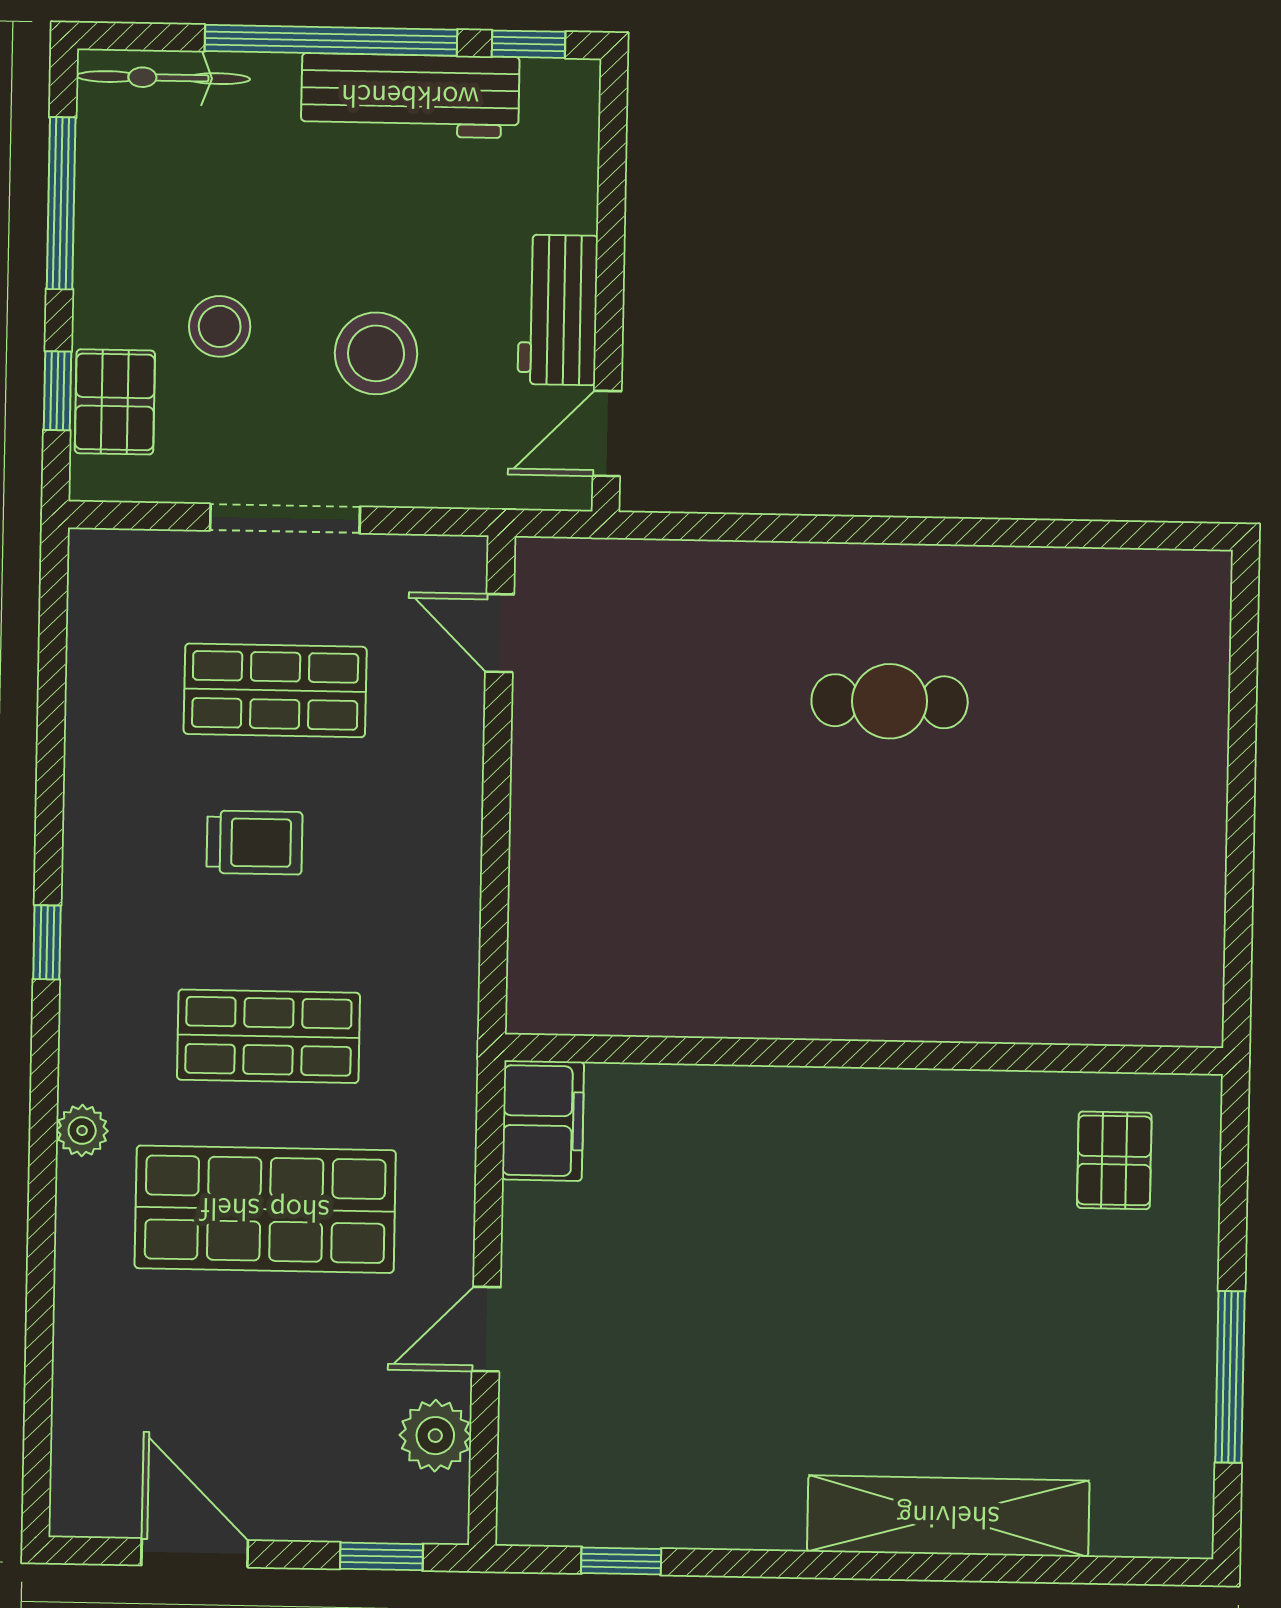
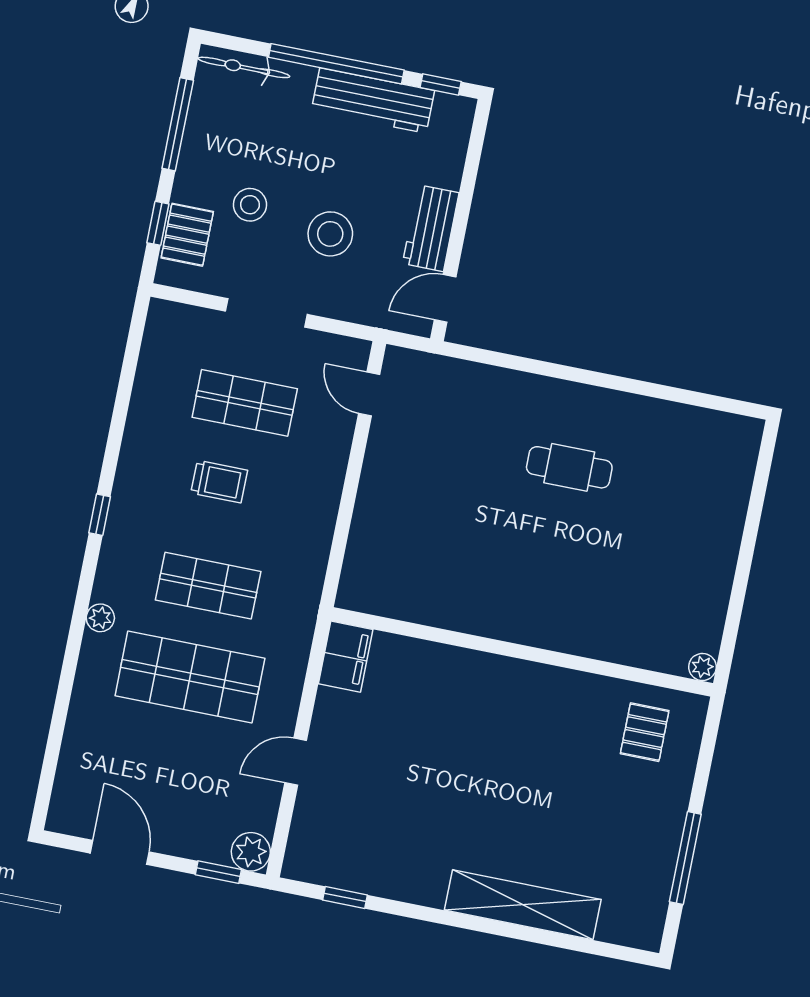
plant: (1198, 1022) -> (702, 667), added
plant: (435, 1436) -> (251, 852), moved

